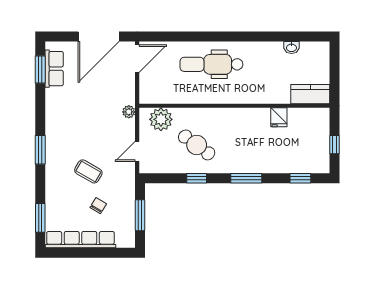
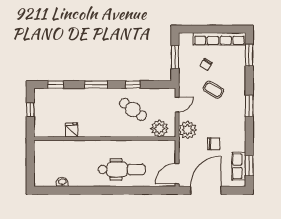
kitchen counter: (310, 94) -> (48, 147), removed
chair: (88, 99) -> (214, 144), added
plant: (129, 112) -> (188, 130), width x1.88, depth x1.88

